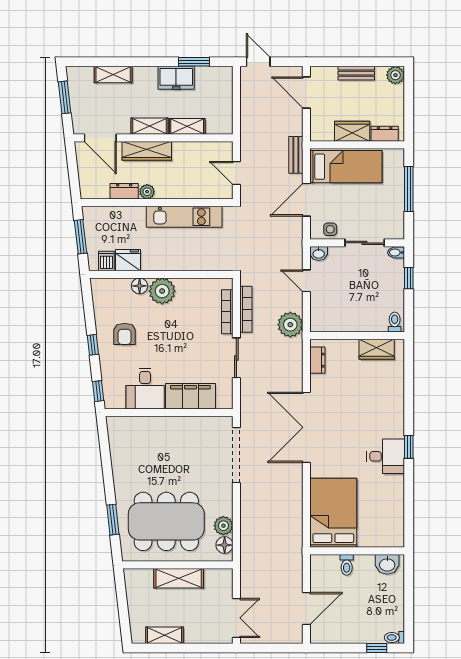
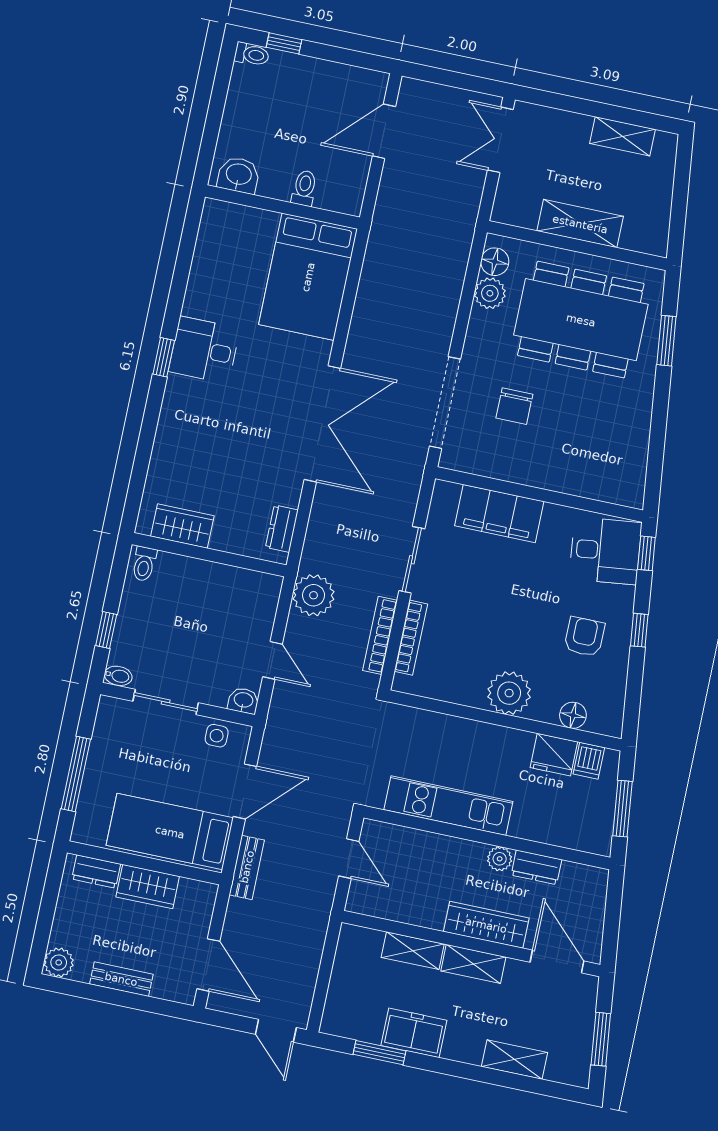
floor lamp: (140, 286) -> (573, 715), moved
desk: (145, 389) -> (605, 551), moved, turned 83
chair: (195, 462) -> (514, 406), added

